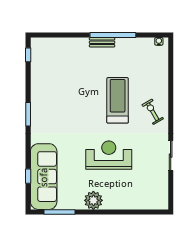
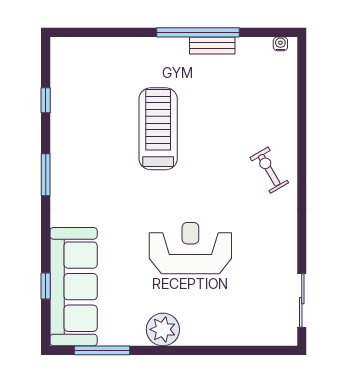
bench: (102, 42) -> (212, 45), moved
window: (28, 55) -> (46, 100), moved
treadmill: (118, 100) -> (158, 129), moved
sliding door: (171, 156) -> (302, 301), moved

